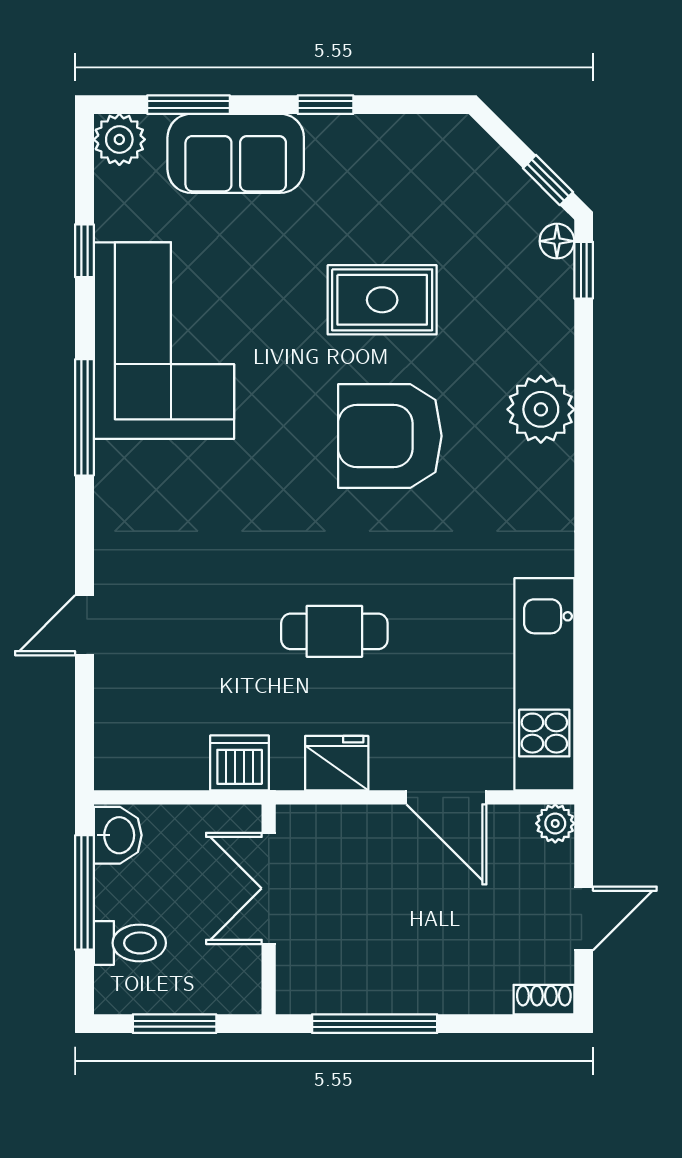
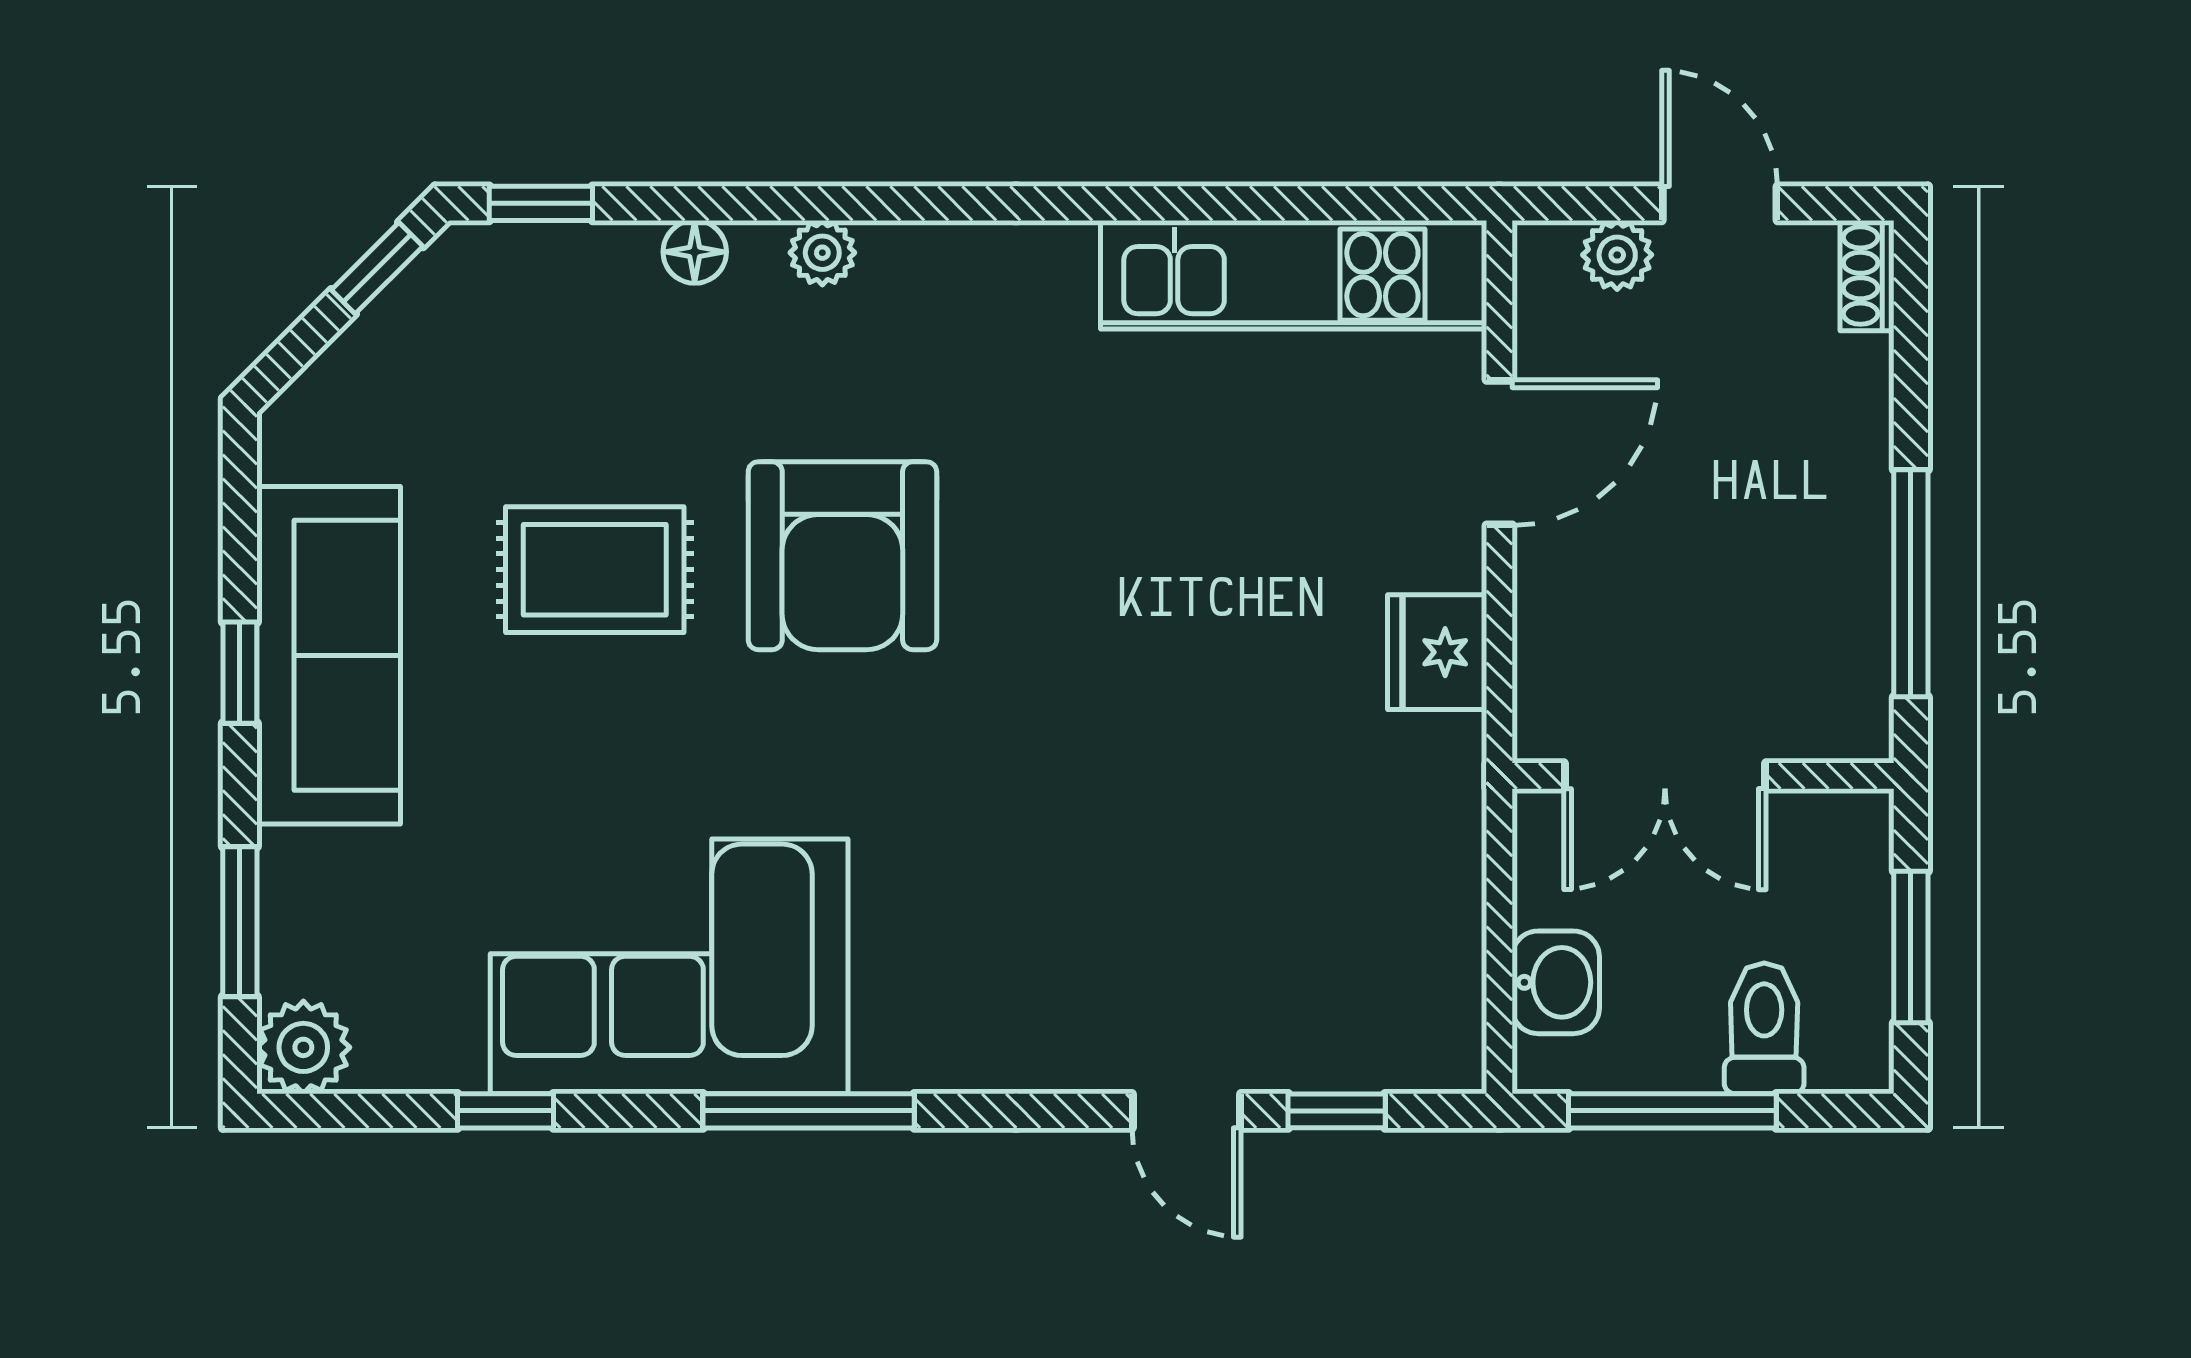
sofa: (236, 153) -> (329, 655), moved, width x1.36
floor lamp: (557, 241) -> (695, 252), moved
rug: (382, 300) -> (595, 570), turned 90
plant: (541, 409) -> (822, 253), width x0.53, depth x0.53
cafe table: (334, 631) -> (1198, 656), removed
window: (84, 708) -> (1337, 1111), added
dishwasher: (240, 763) -> (1437, 829), removed
plant: (555, 823) -> (1617, 255), moved
washbasin: (118, 835) -> (1556, 982), moved, turned 90

